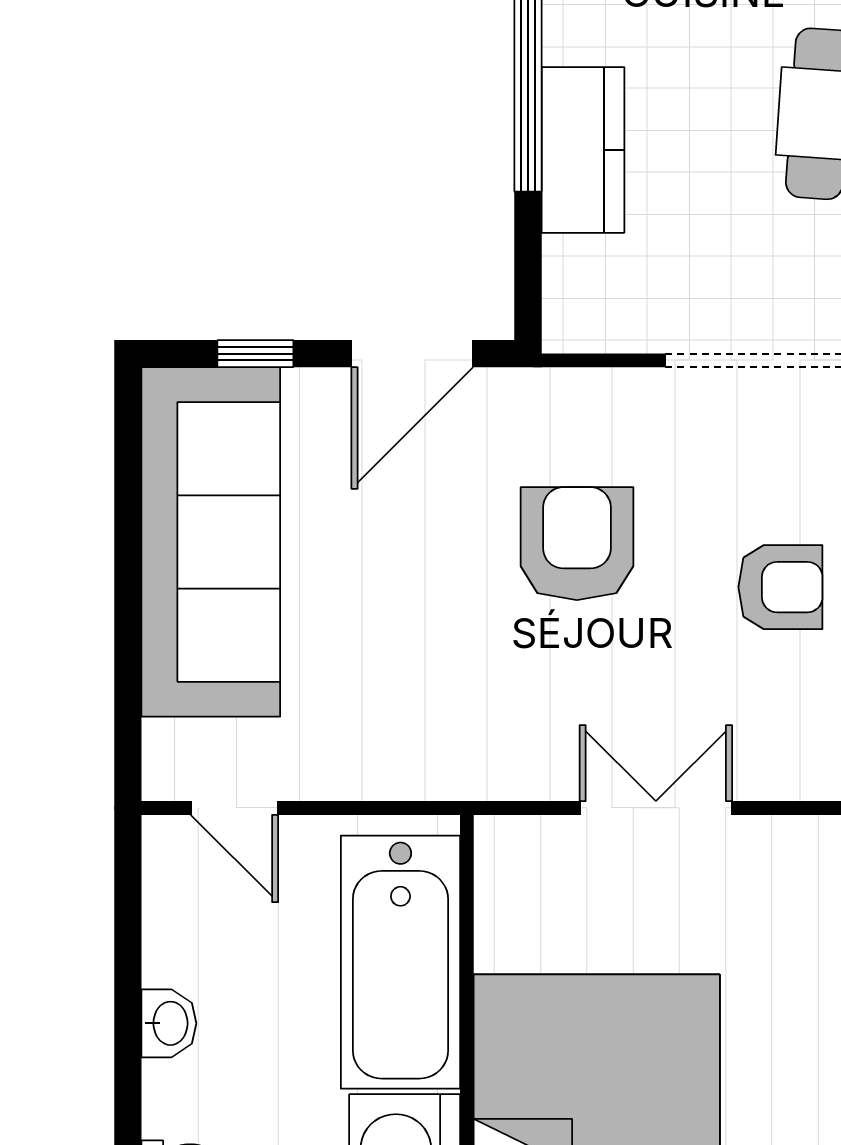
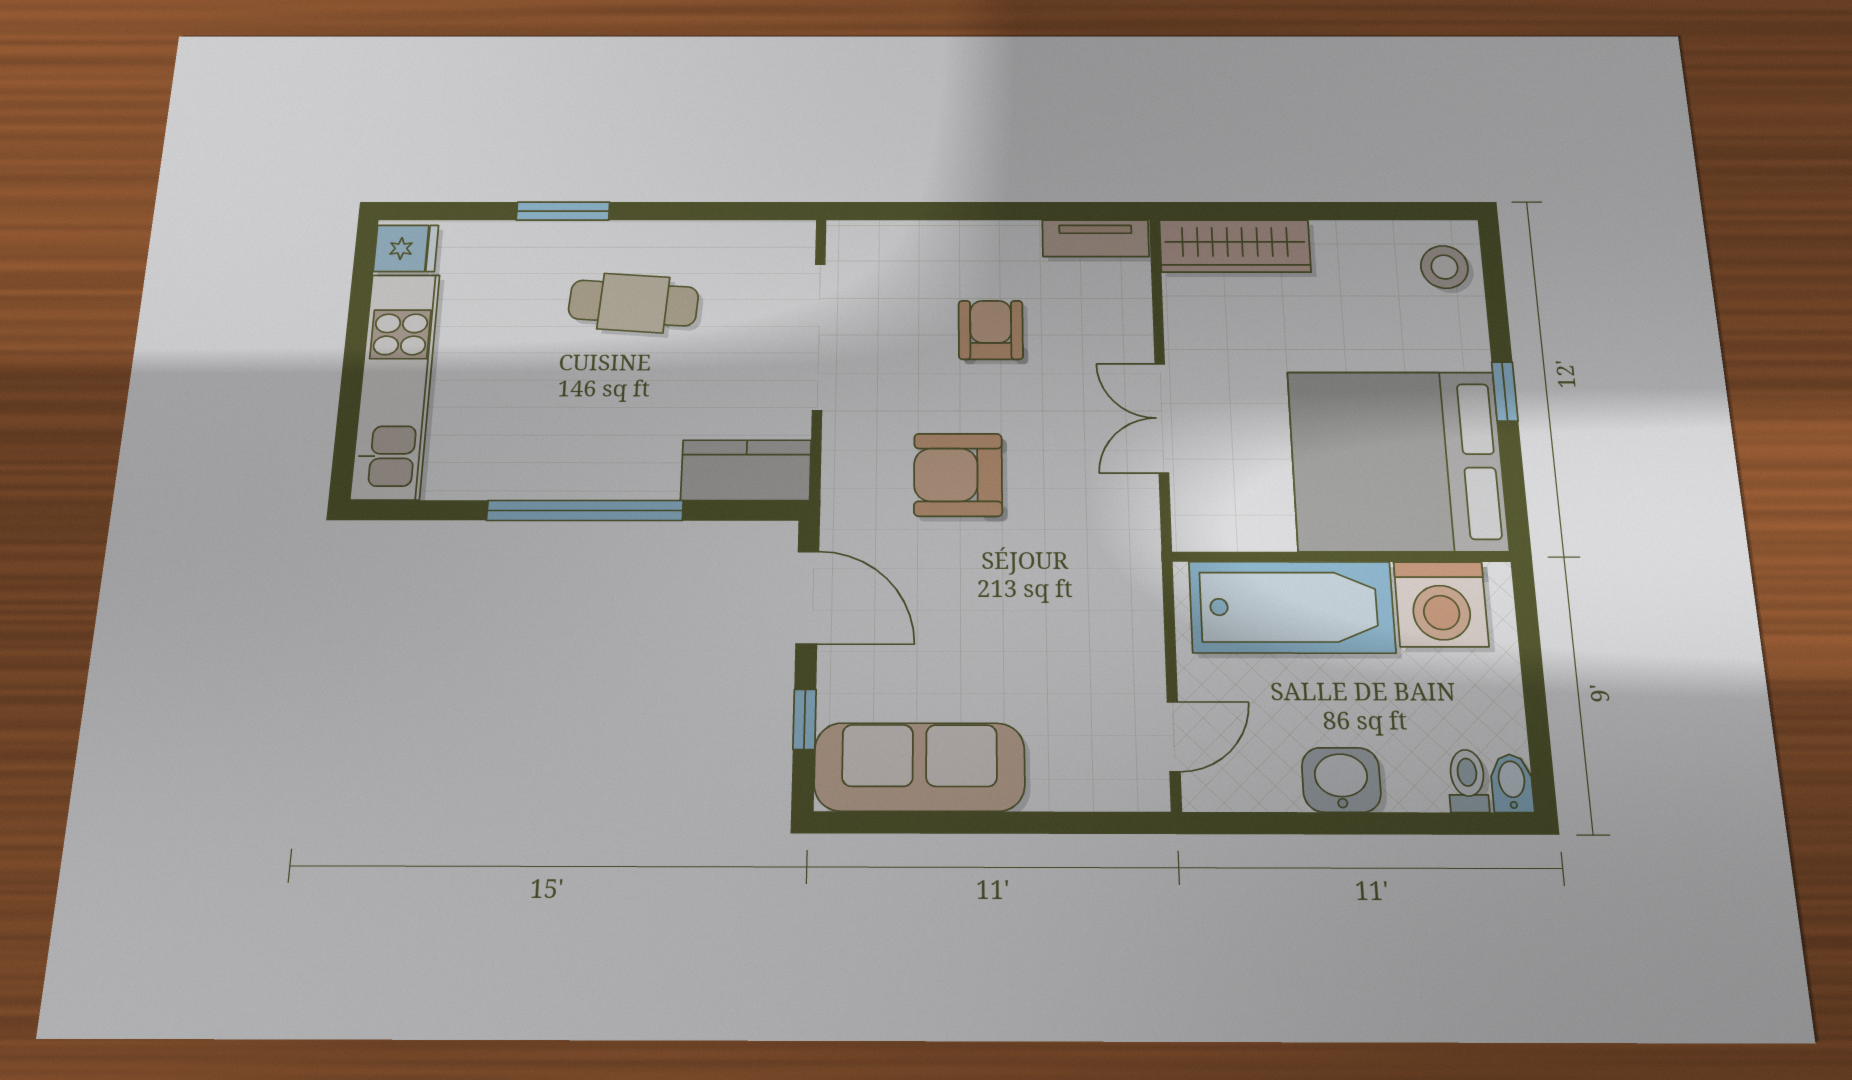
kitchen counter: (583, 150) -> (746, 470), moved
sofa: (211, 542) -> (920, 767), width x0.74, depth x0.79
washbasin: (169, 1023) -> (1341, 780), width x1.38, depth x1.45

